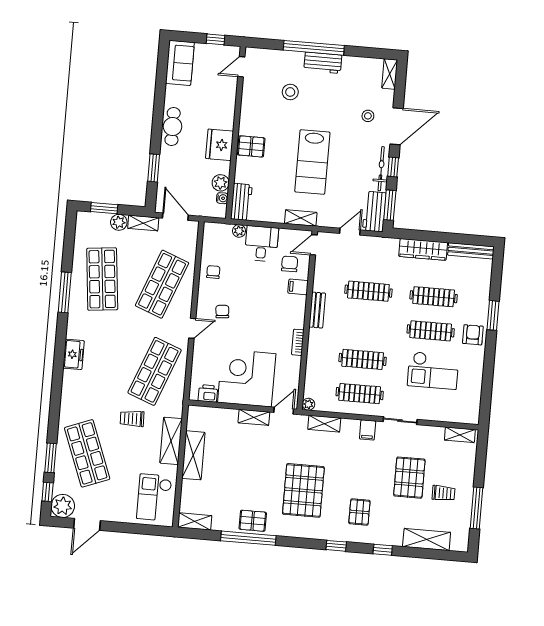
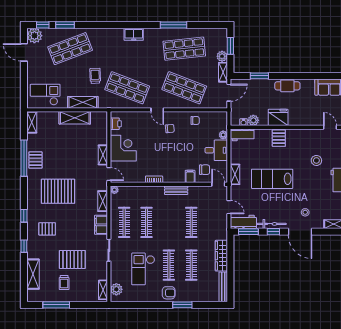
corner desk: (247, 378) -> (123, 148), width x0.74, depth x0.74
plant: (461, 414) -> (116, 289), added
filing cabinet: (368, 430) -> (101, 225), width x2.00

